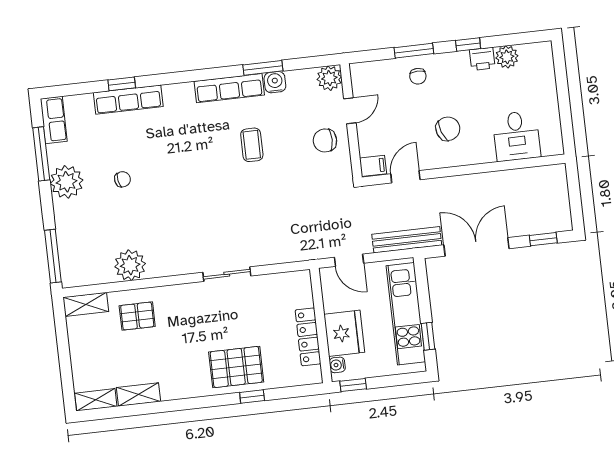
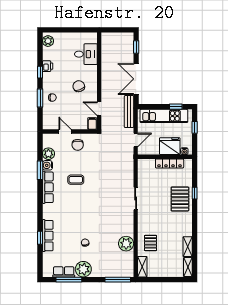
plant: (507, 57) -> (48, 41), moved
plant: (329, 78) -> (48, 154), moved
row of seats: (54, 120) -> (64, 272), moved
window: (353, 385) -> (195, 127), moved

